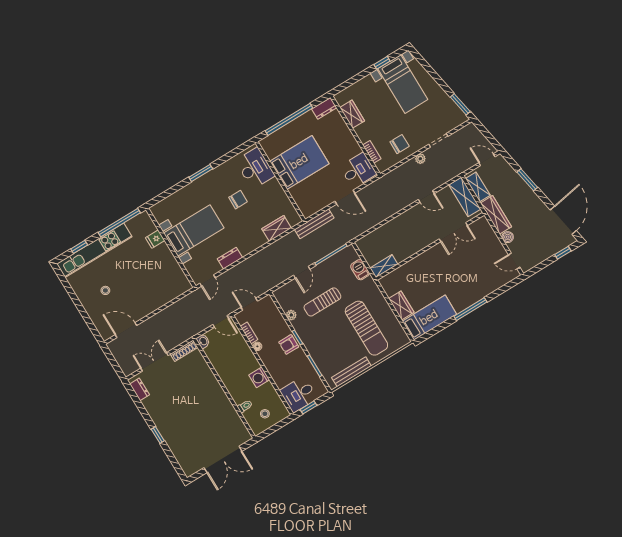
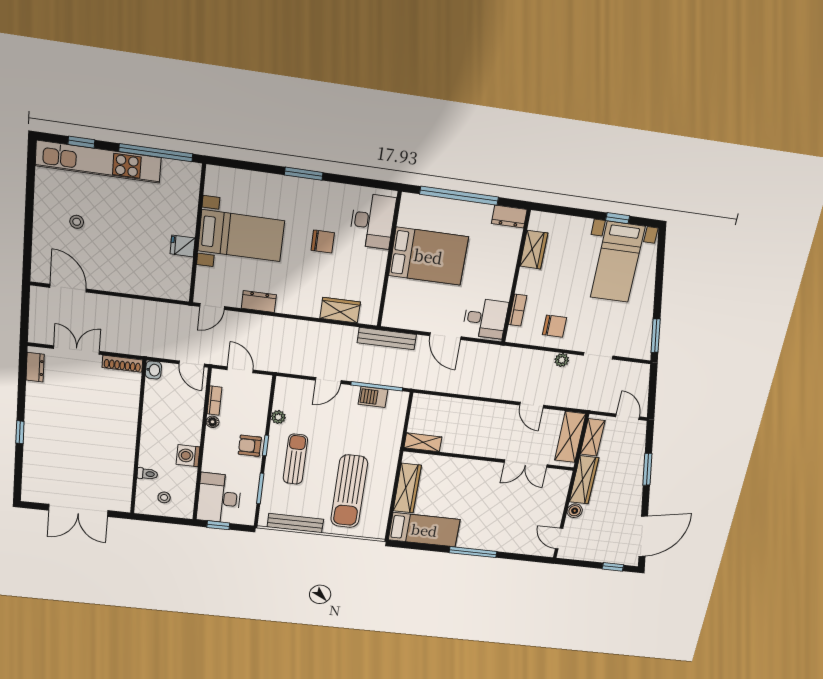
fridge: (155, 239) -> (183, 246), moved
barbecue: (360, 270) -> (373, 397), moved, turned -90
sun lounger: (322, 302) -> (295, 459), moved, turned 90
wardrobe: (401, 305) -> (407, 488), width x1.50
desk: (299, 394) -> (219, 498), width x1.37

